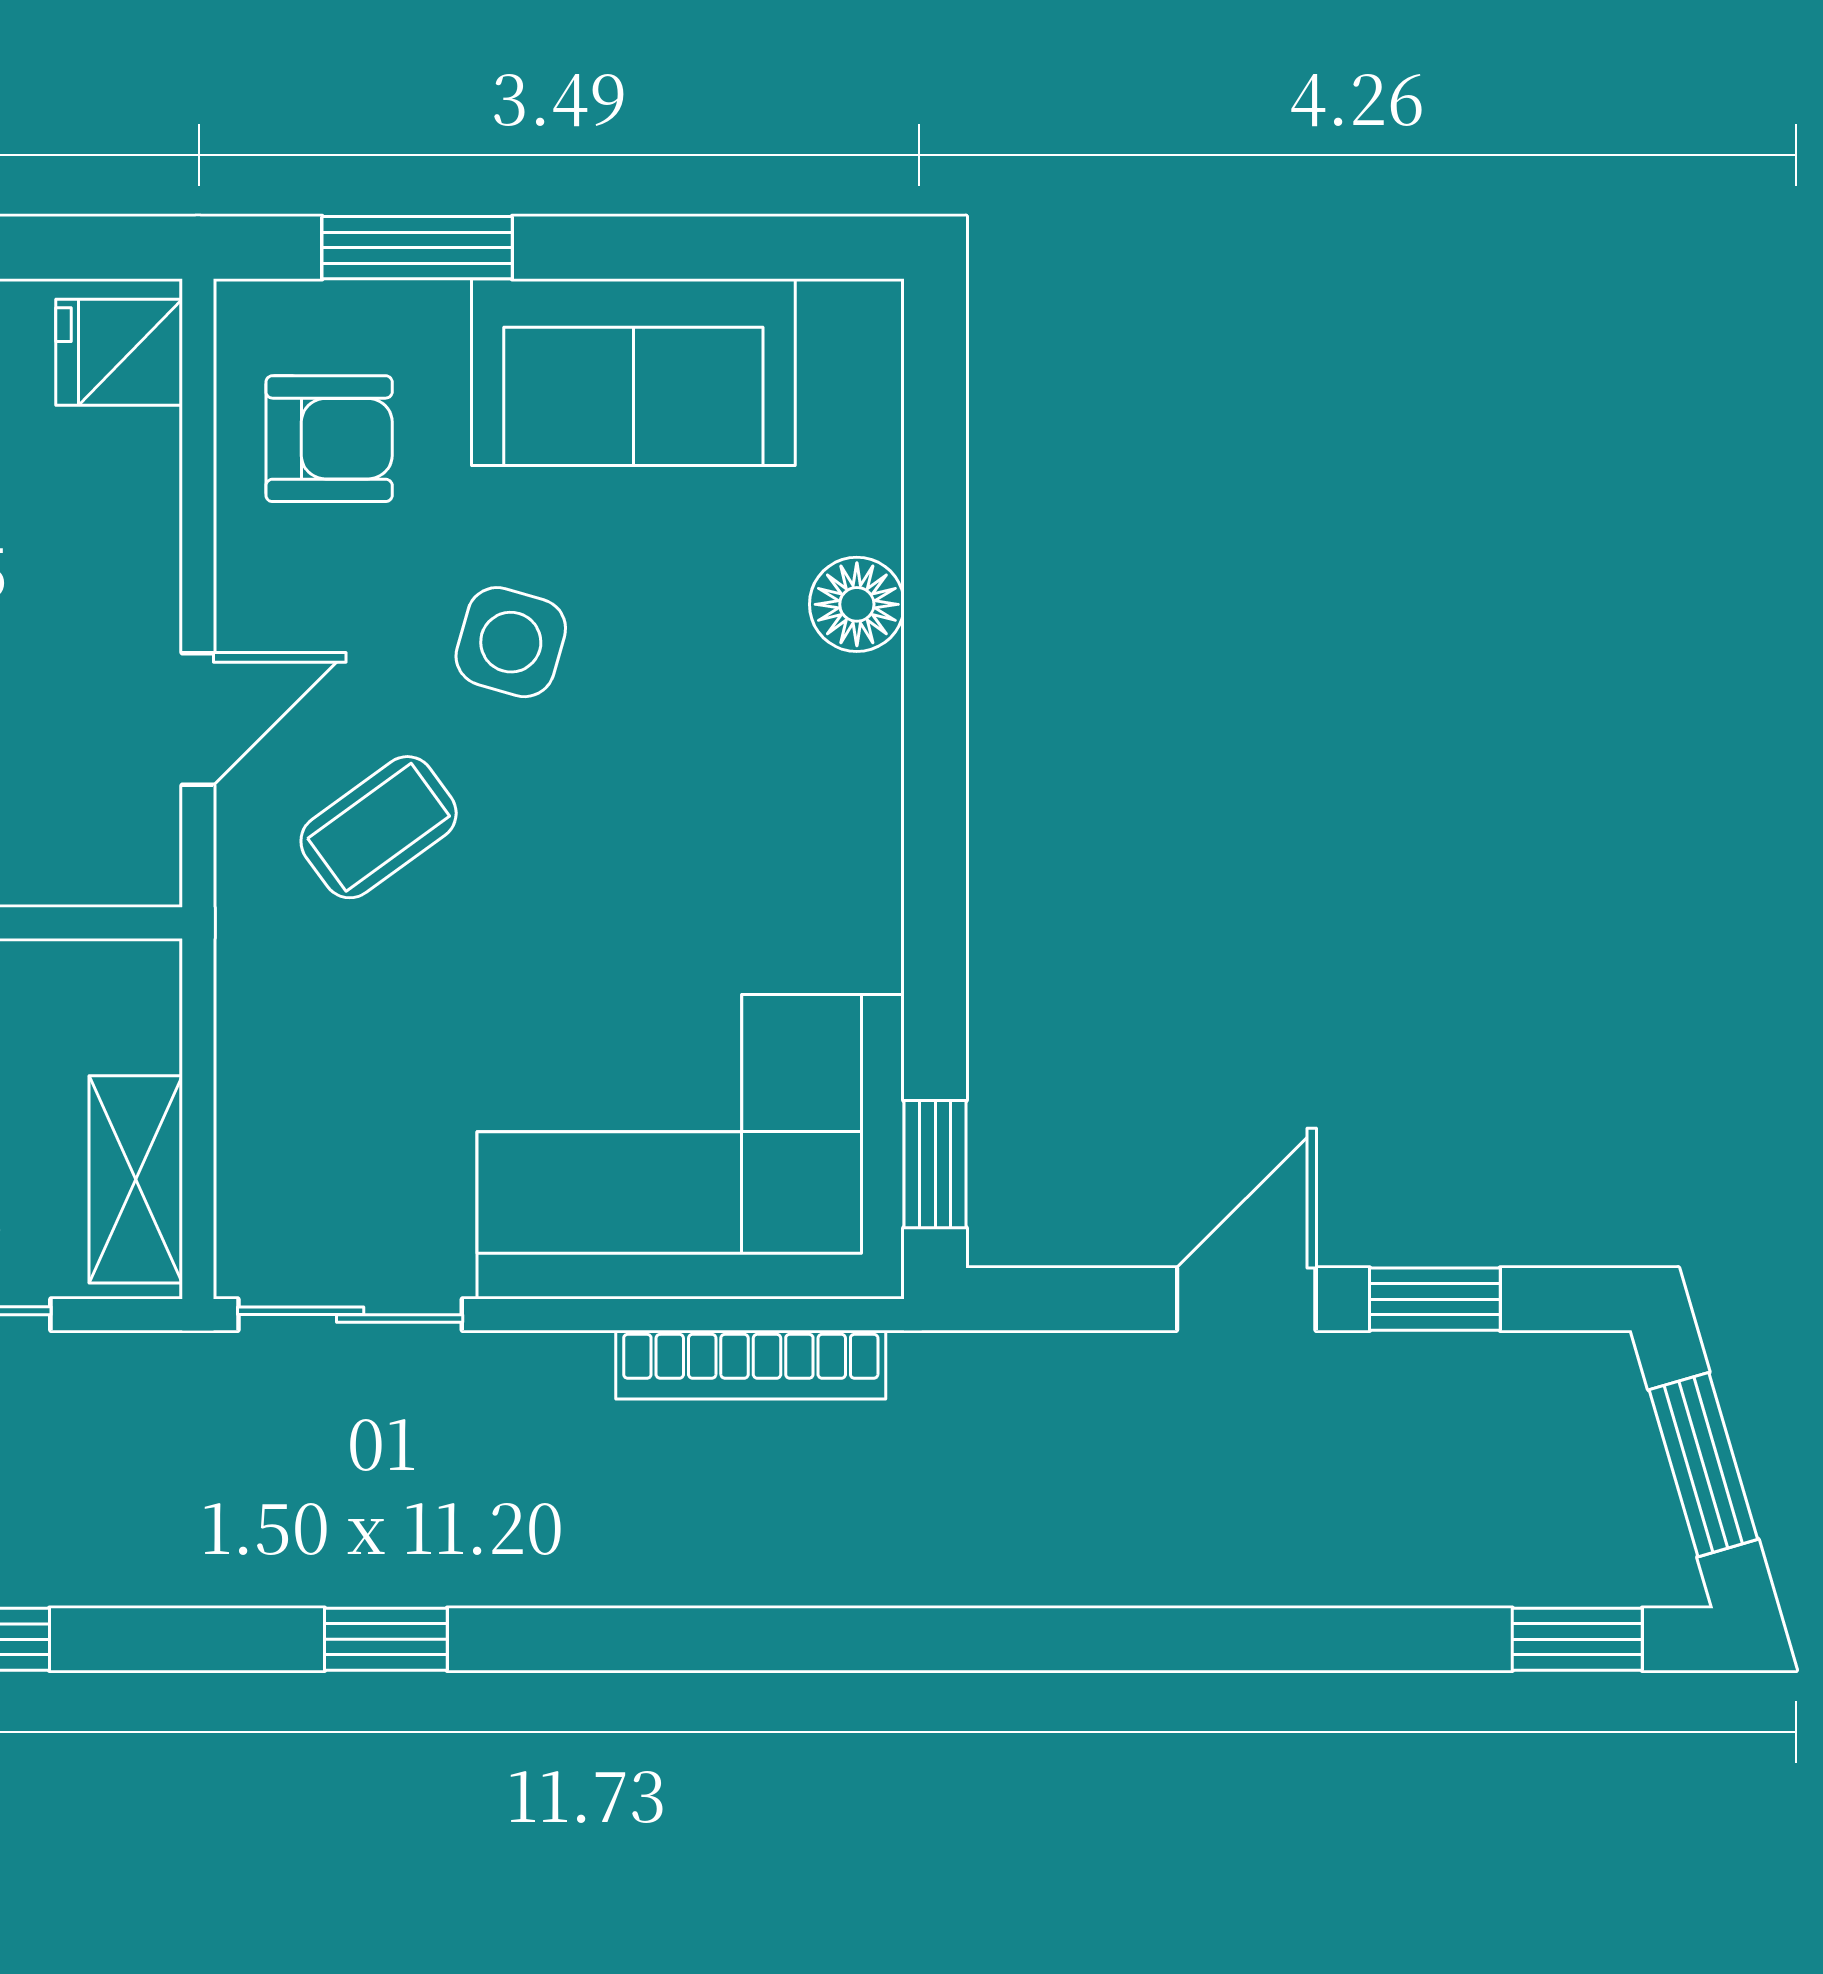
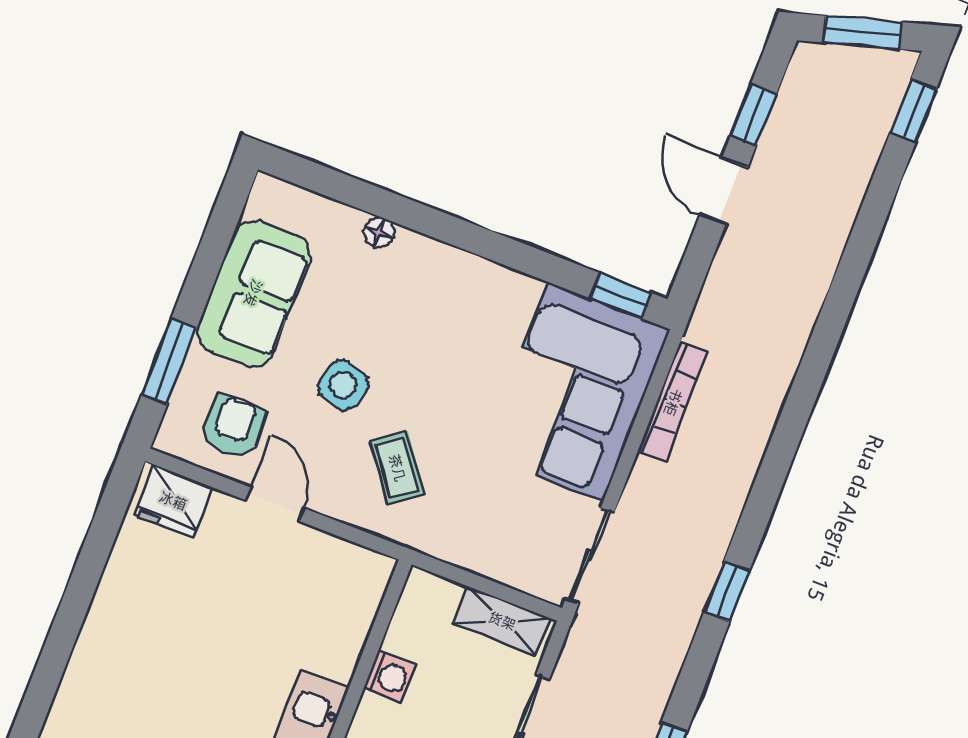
fridge: (119, 352) -> (173, 501), width x1.38
floor lamp: (857, 604) -> (379, 232), width x0.73, depth x0.73
door: (198, 719) -> (275, 504), moved

